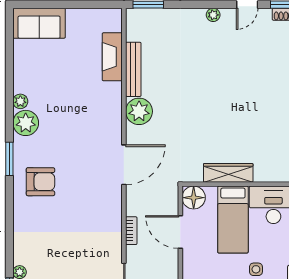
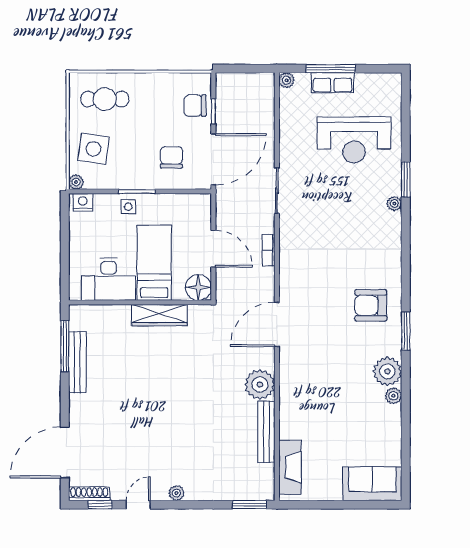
fireplace: (112, 57) -> (290, 467), moved

